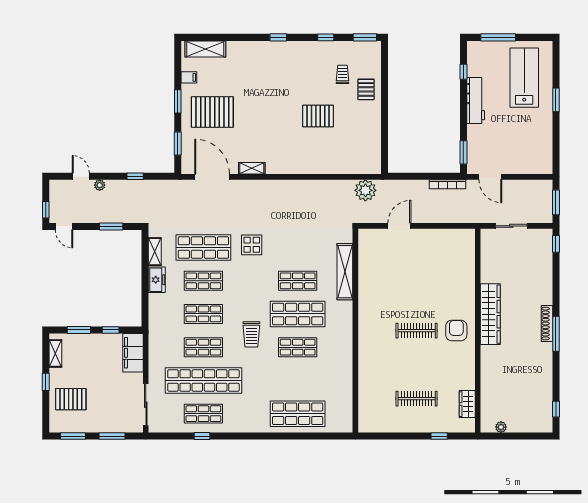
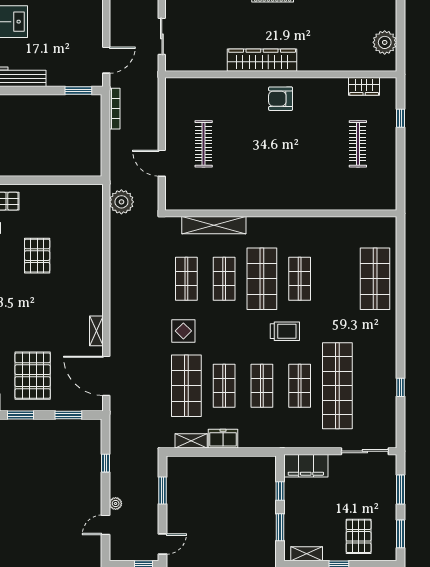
door: (212, 177) -> (106, 376), hinge flipped
clothes rail: (417, 331) -> (204, 144), moved
shop shelf: (203, 414) -> (186, 279), moved
plant: (501, 427) -> (385, 42), width x1.87, depth x1.87

